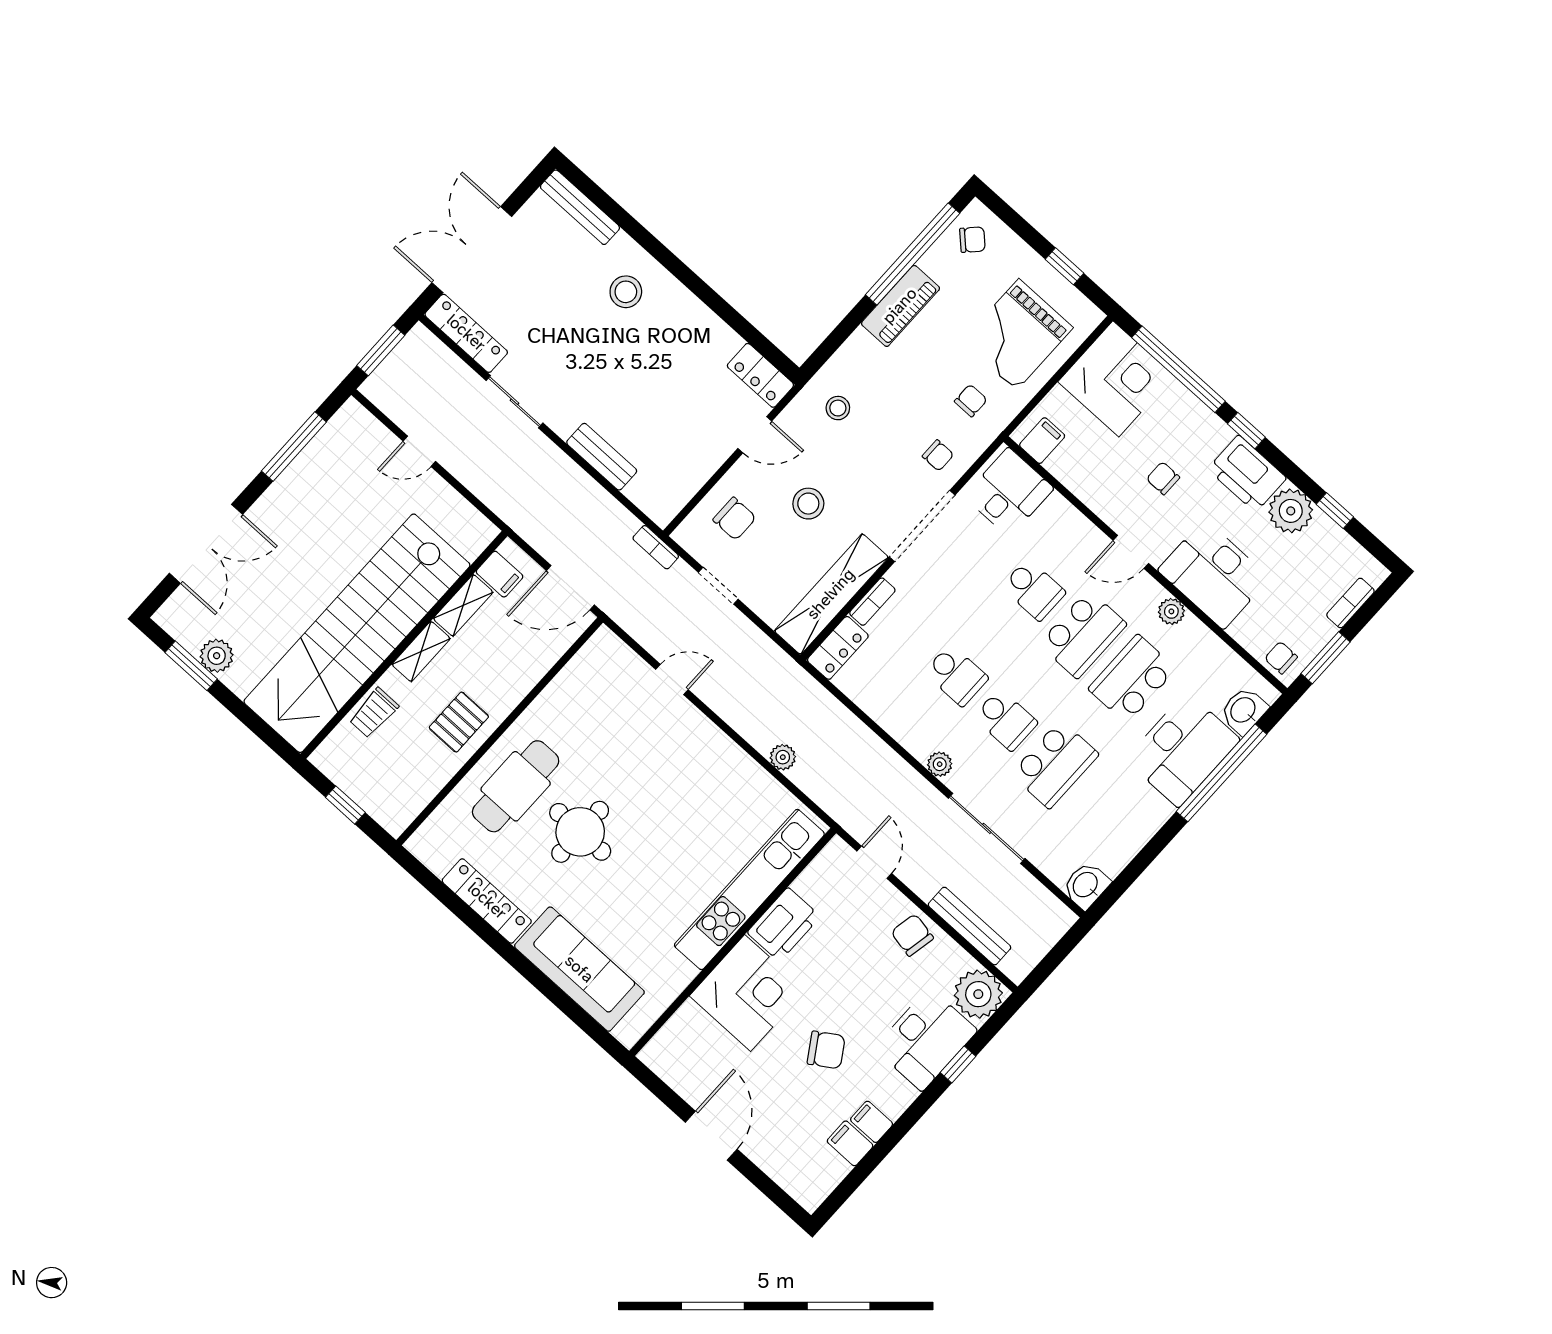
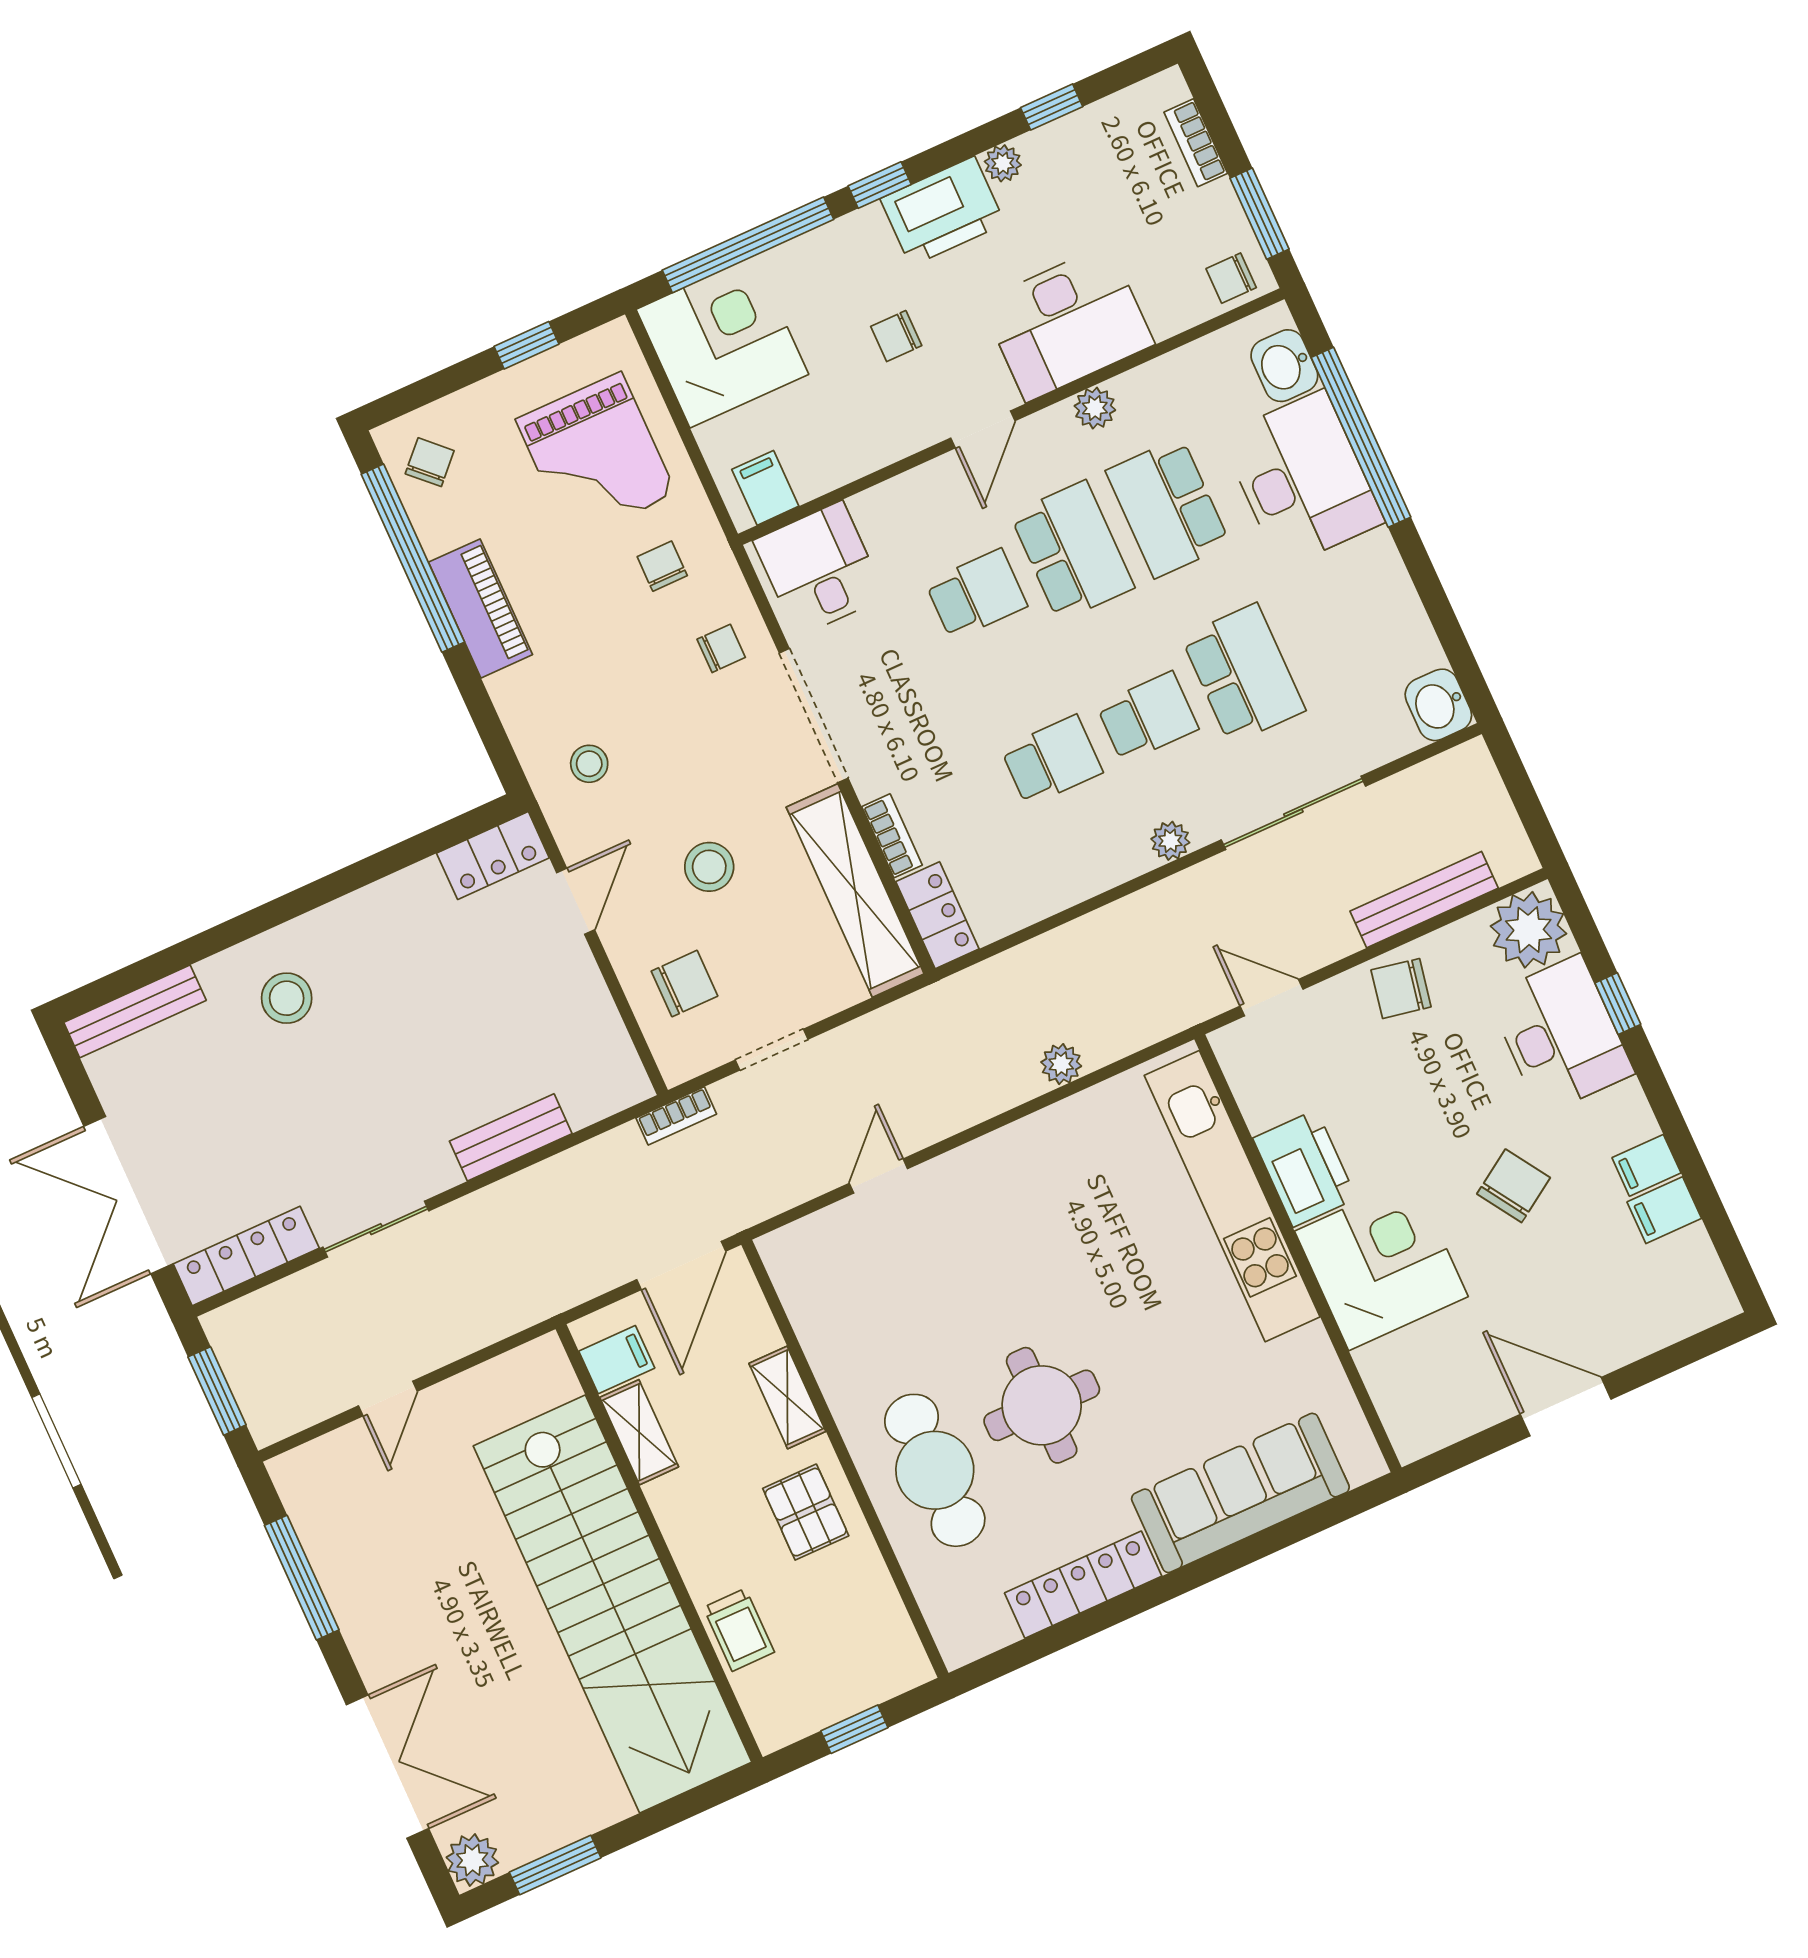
plant: (1291, 511) -> (1003, 163), width x0.53, depth x0.53
shelving: (421, 652) -> (787, 1397), moved
plant: (217, 656) -> (472, 1860), moved

